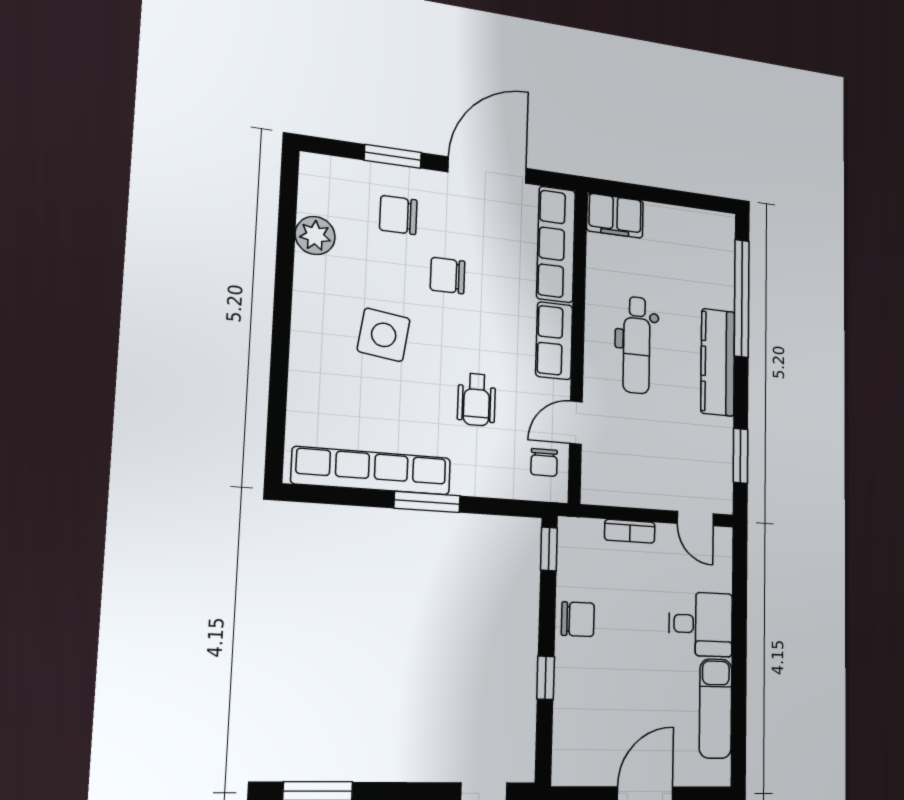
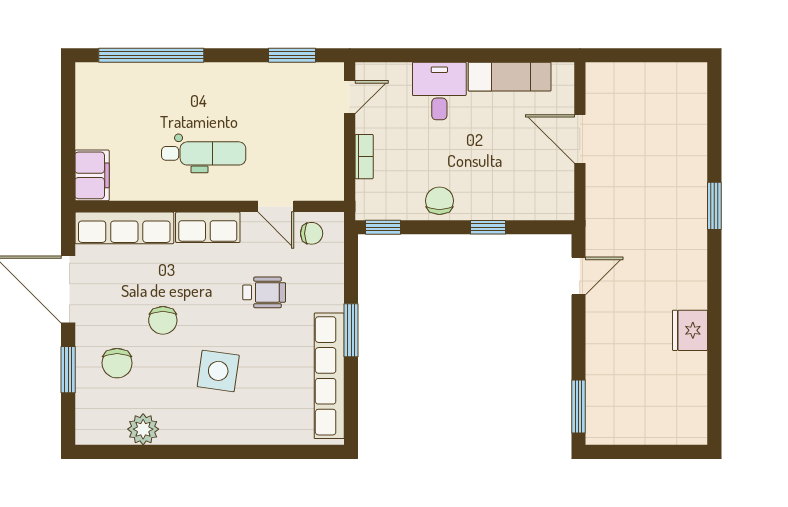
kitchen counter: (718, 362) -> (211, 78), removed

